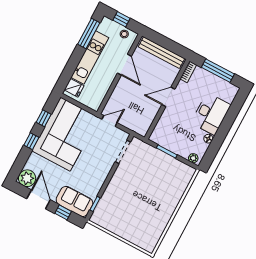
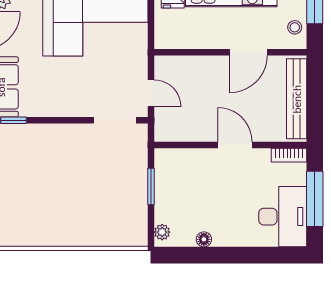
desk: (211, 114) -> (283, 217), moved, turned -90
door: (110, 121) -> (151, 93), moved

